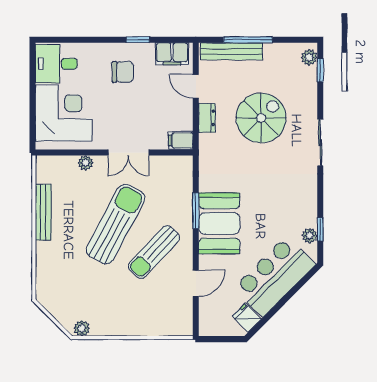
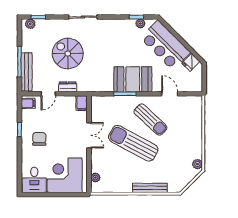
filing cabinet: (172, 54) -> (28, 103), width x0.50
plant: (86, 163) -> (95, 178), moved
bench: (43, 212) -> (150, 188), moved

